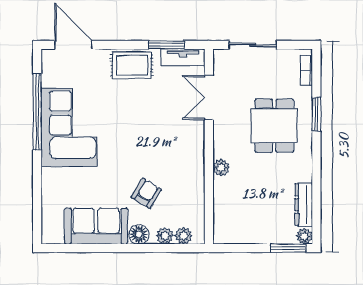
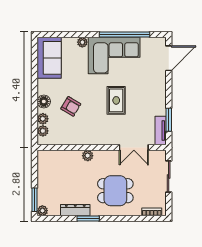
rug: (132, 65) -> (116, 100), moved
double door: (209, 98) -> (134, 148), swing flipped
window: (316, 114) -> (88, 219), moved
plant: (49, 176) -> (82, 42), added
dresser: (304, 205) -> (75, 210), moved
sofa: (96, 226) -> (49, 58), moved

